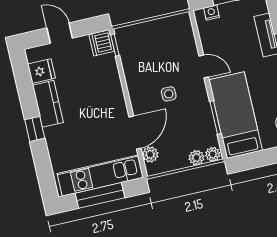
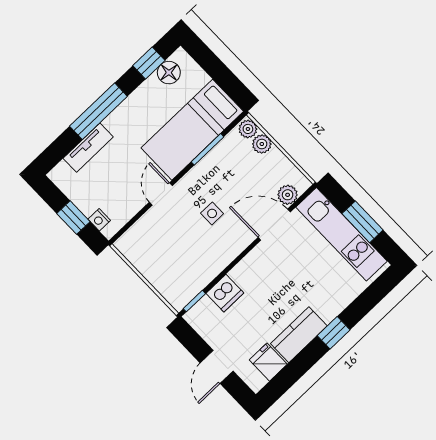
dishwasher: (102, 43) -> (225, 293), moved
window: (100, 195) -> (363, 222), width x0.69

